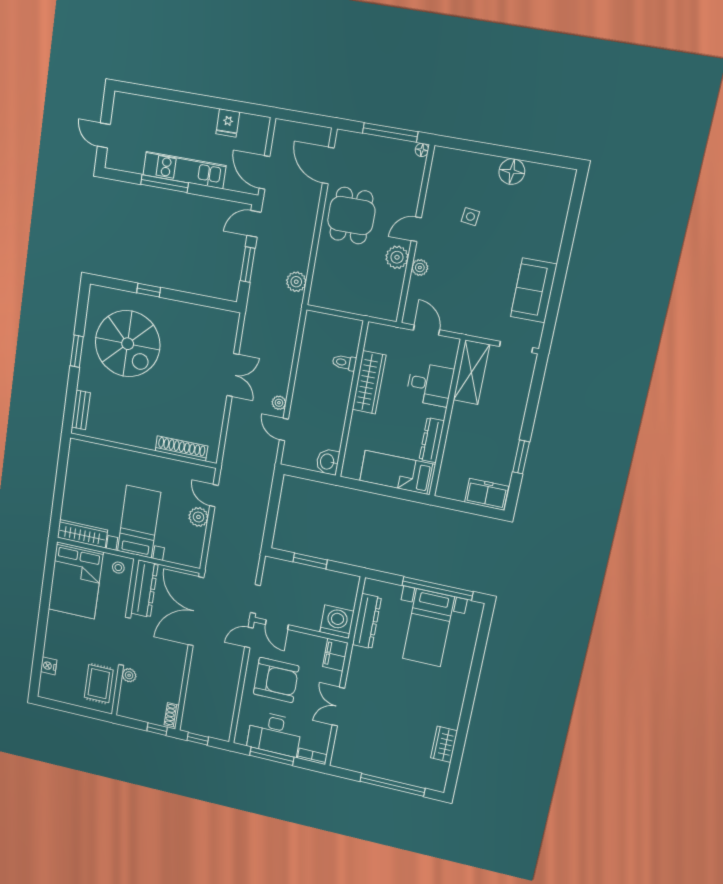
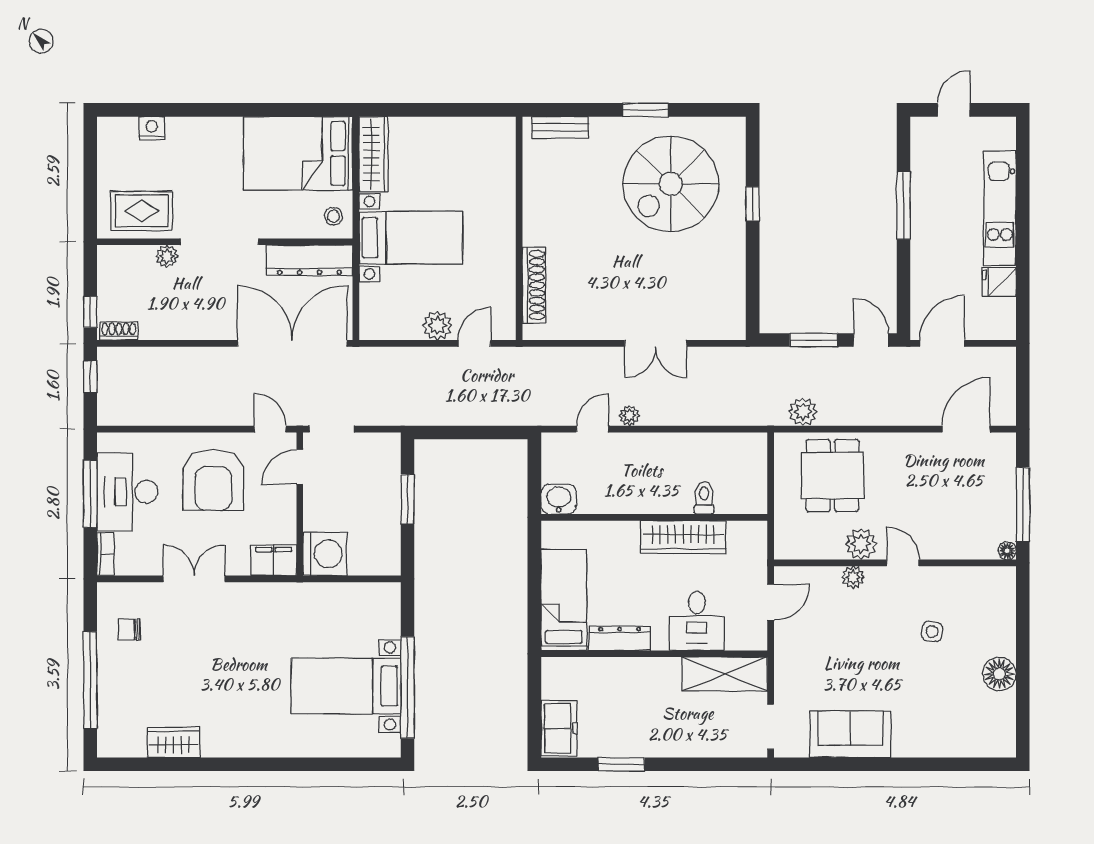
kitchen unit: (184, 170) -> (1000, 208), moved, turned 180
dining table: (351, 216) -> (832, 475), moved, turned 90
dresser: (367, 621) -> (335, 597), removed
chair: (364, 754) -> (129, 630), added

